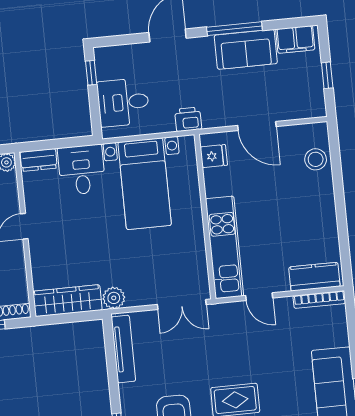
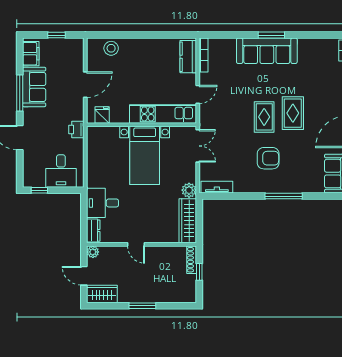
bed with nightstands: (145, 184) -> (145, 155), moved, turned 90
tv unit: (123, 349) -> (217, 187), width x0.71

